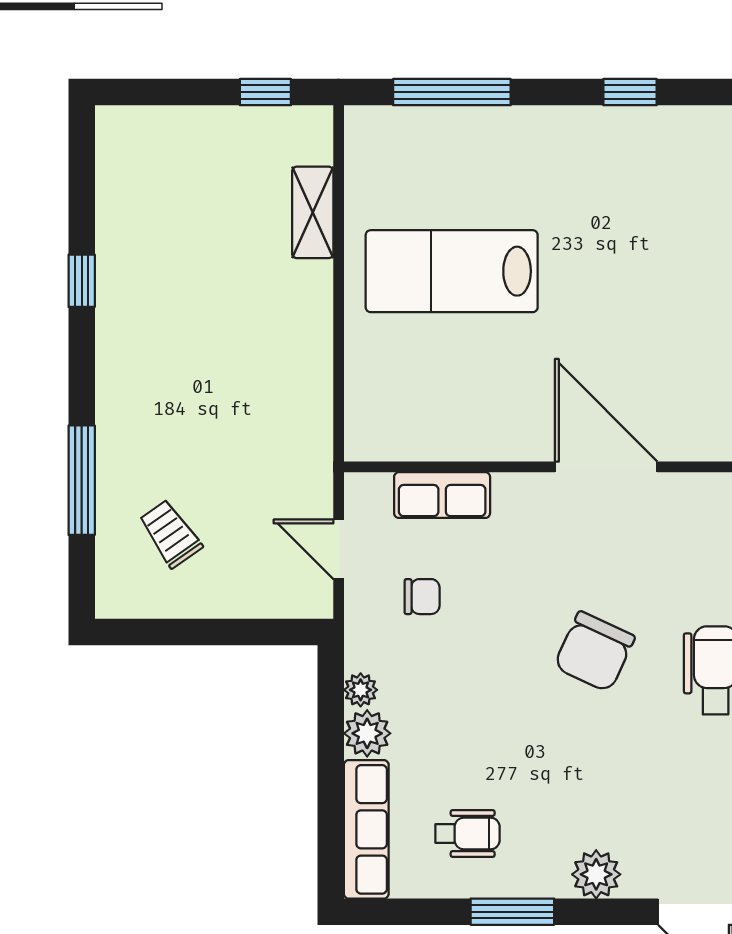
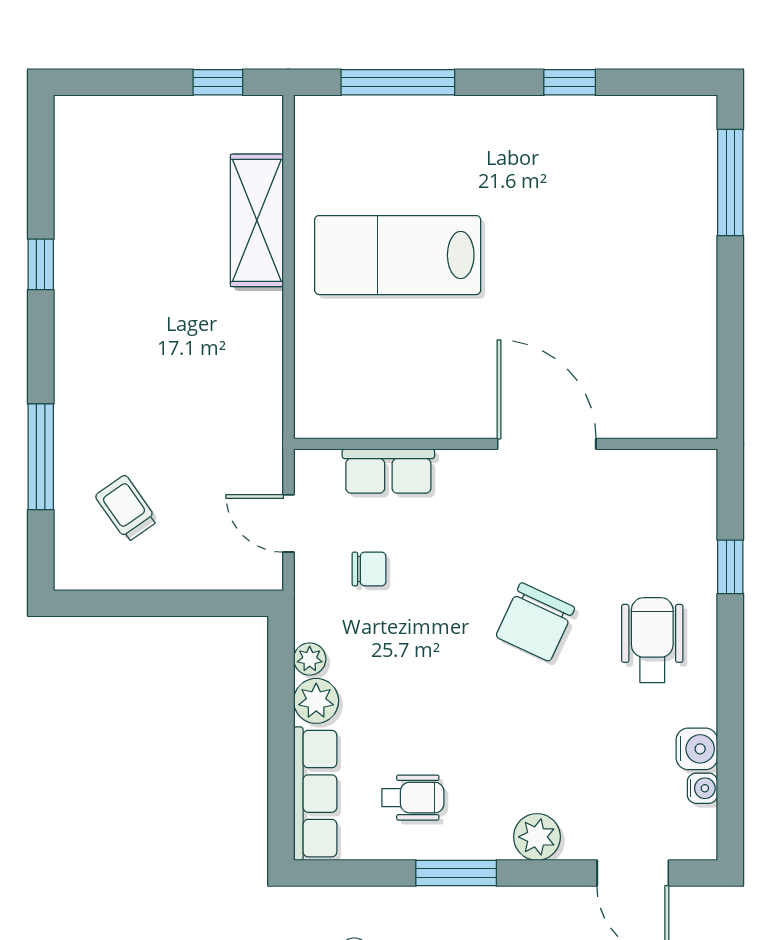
shelving: (313, 212) -> (257, 220), width x1.50, depth x1.33

